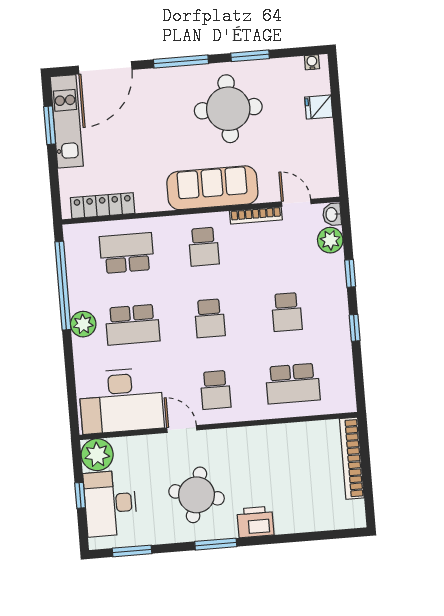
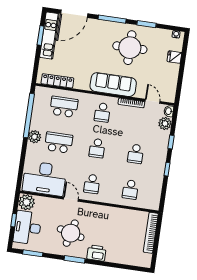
school desk: (133, 325) -> (59, 143), turned 180
school desk: (293, 384) -> (130, 190), width x0.54

